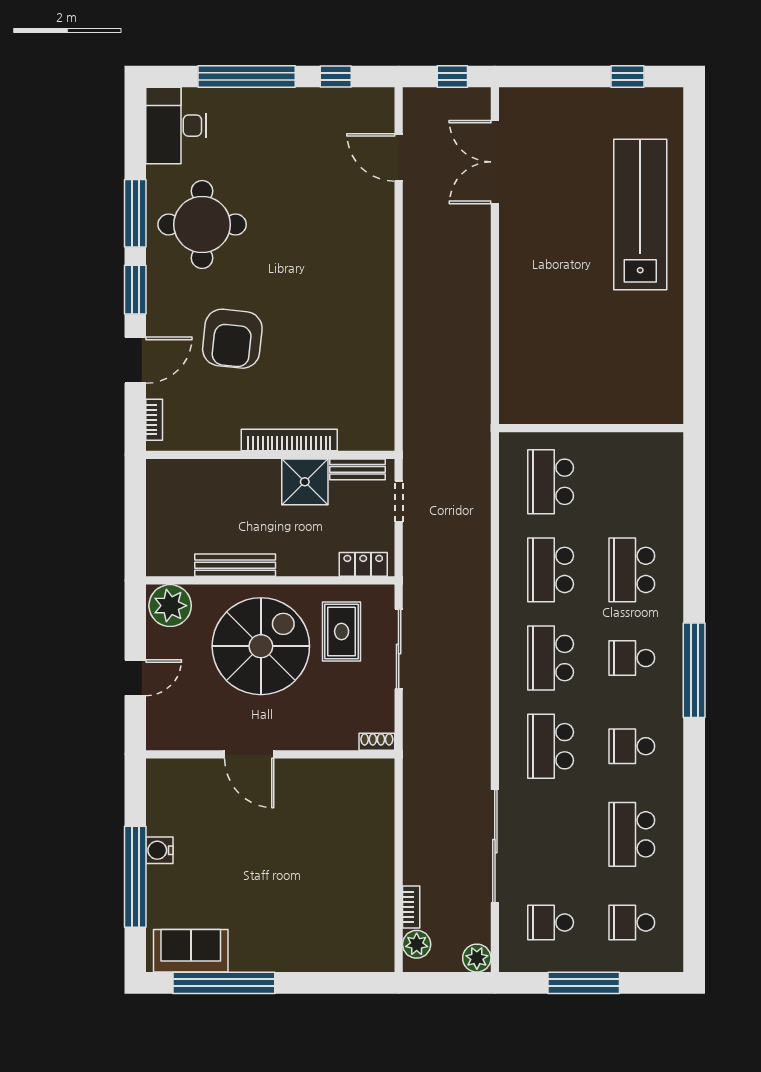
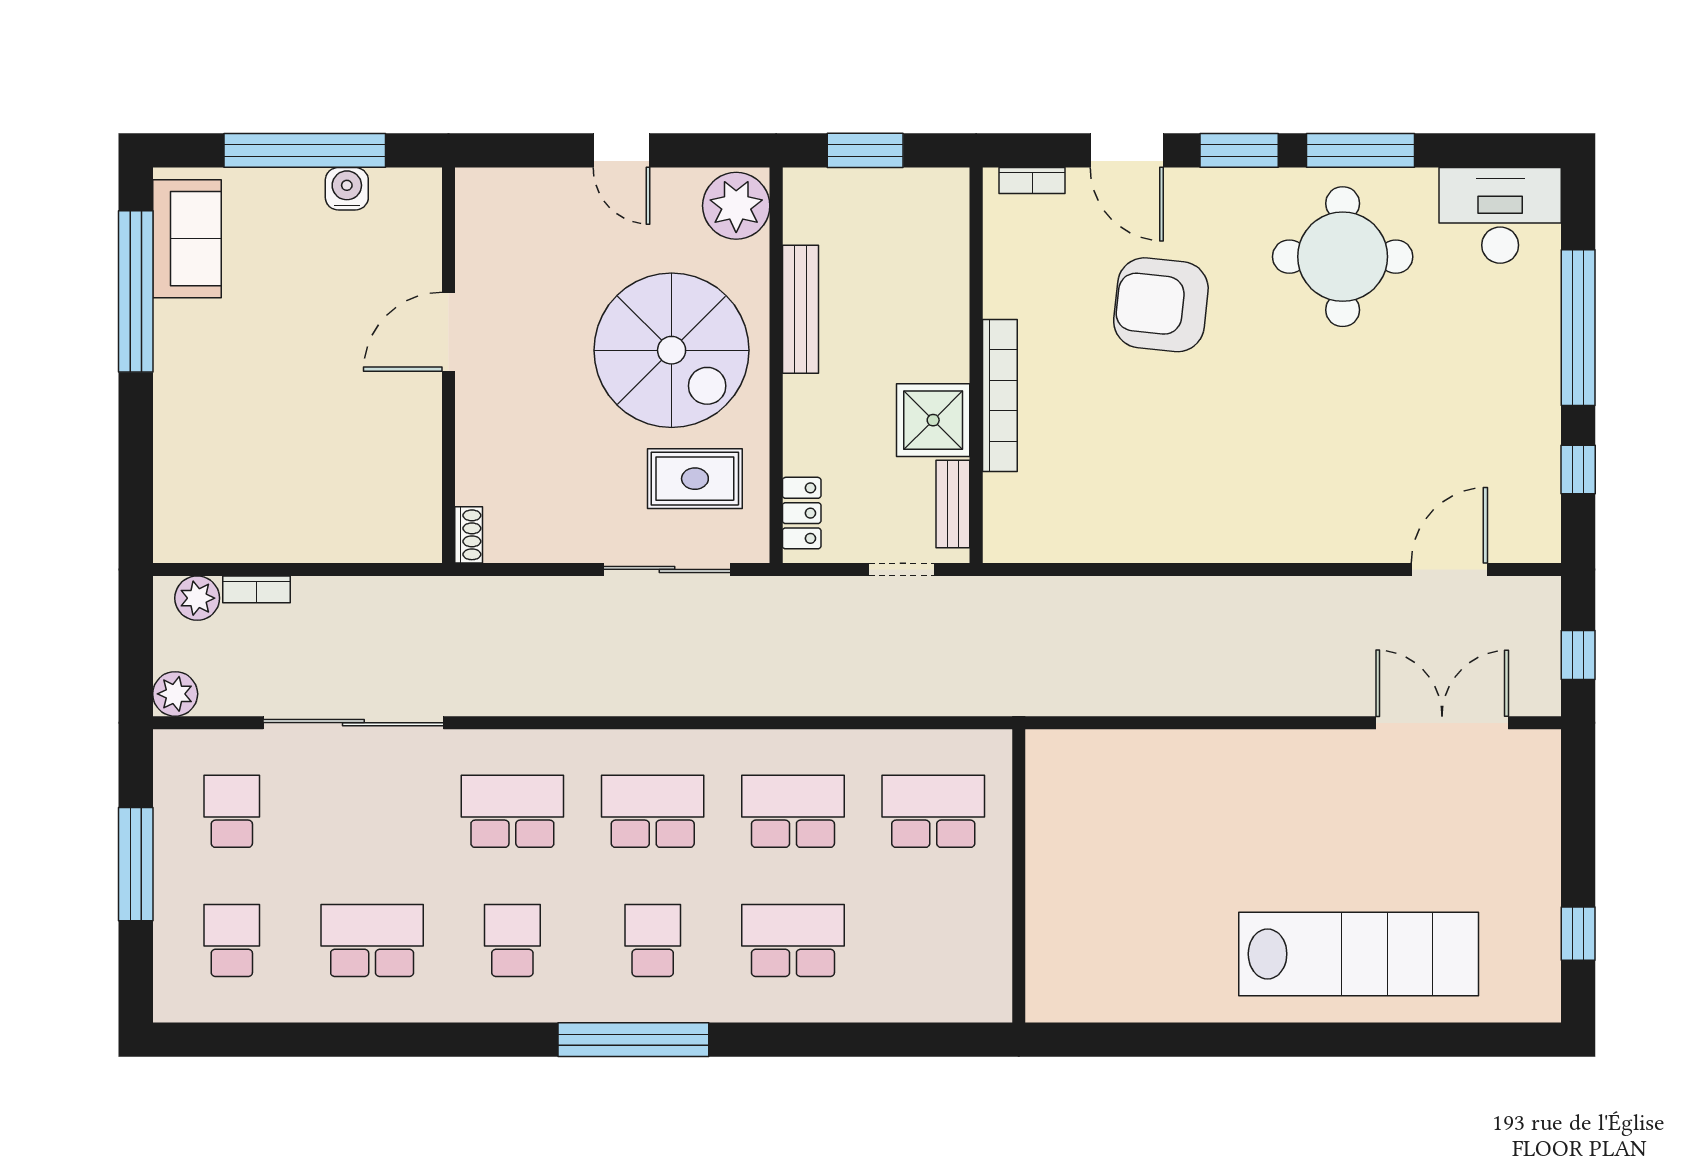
window: (135, 525) -> (865, 150), added
shoe rack: (377, 742) -> (469, 535), moved
door: (249, 754) -> (448, 332), moved
wall: (270, 754) -> (448, 365), moved

